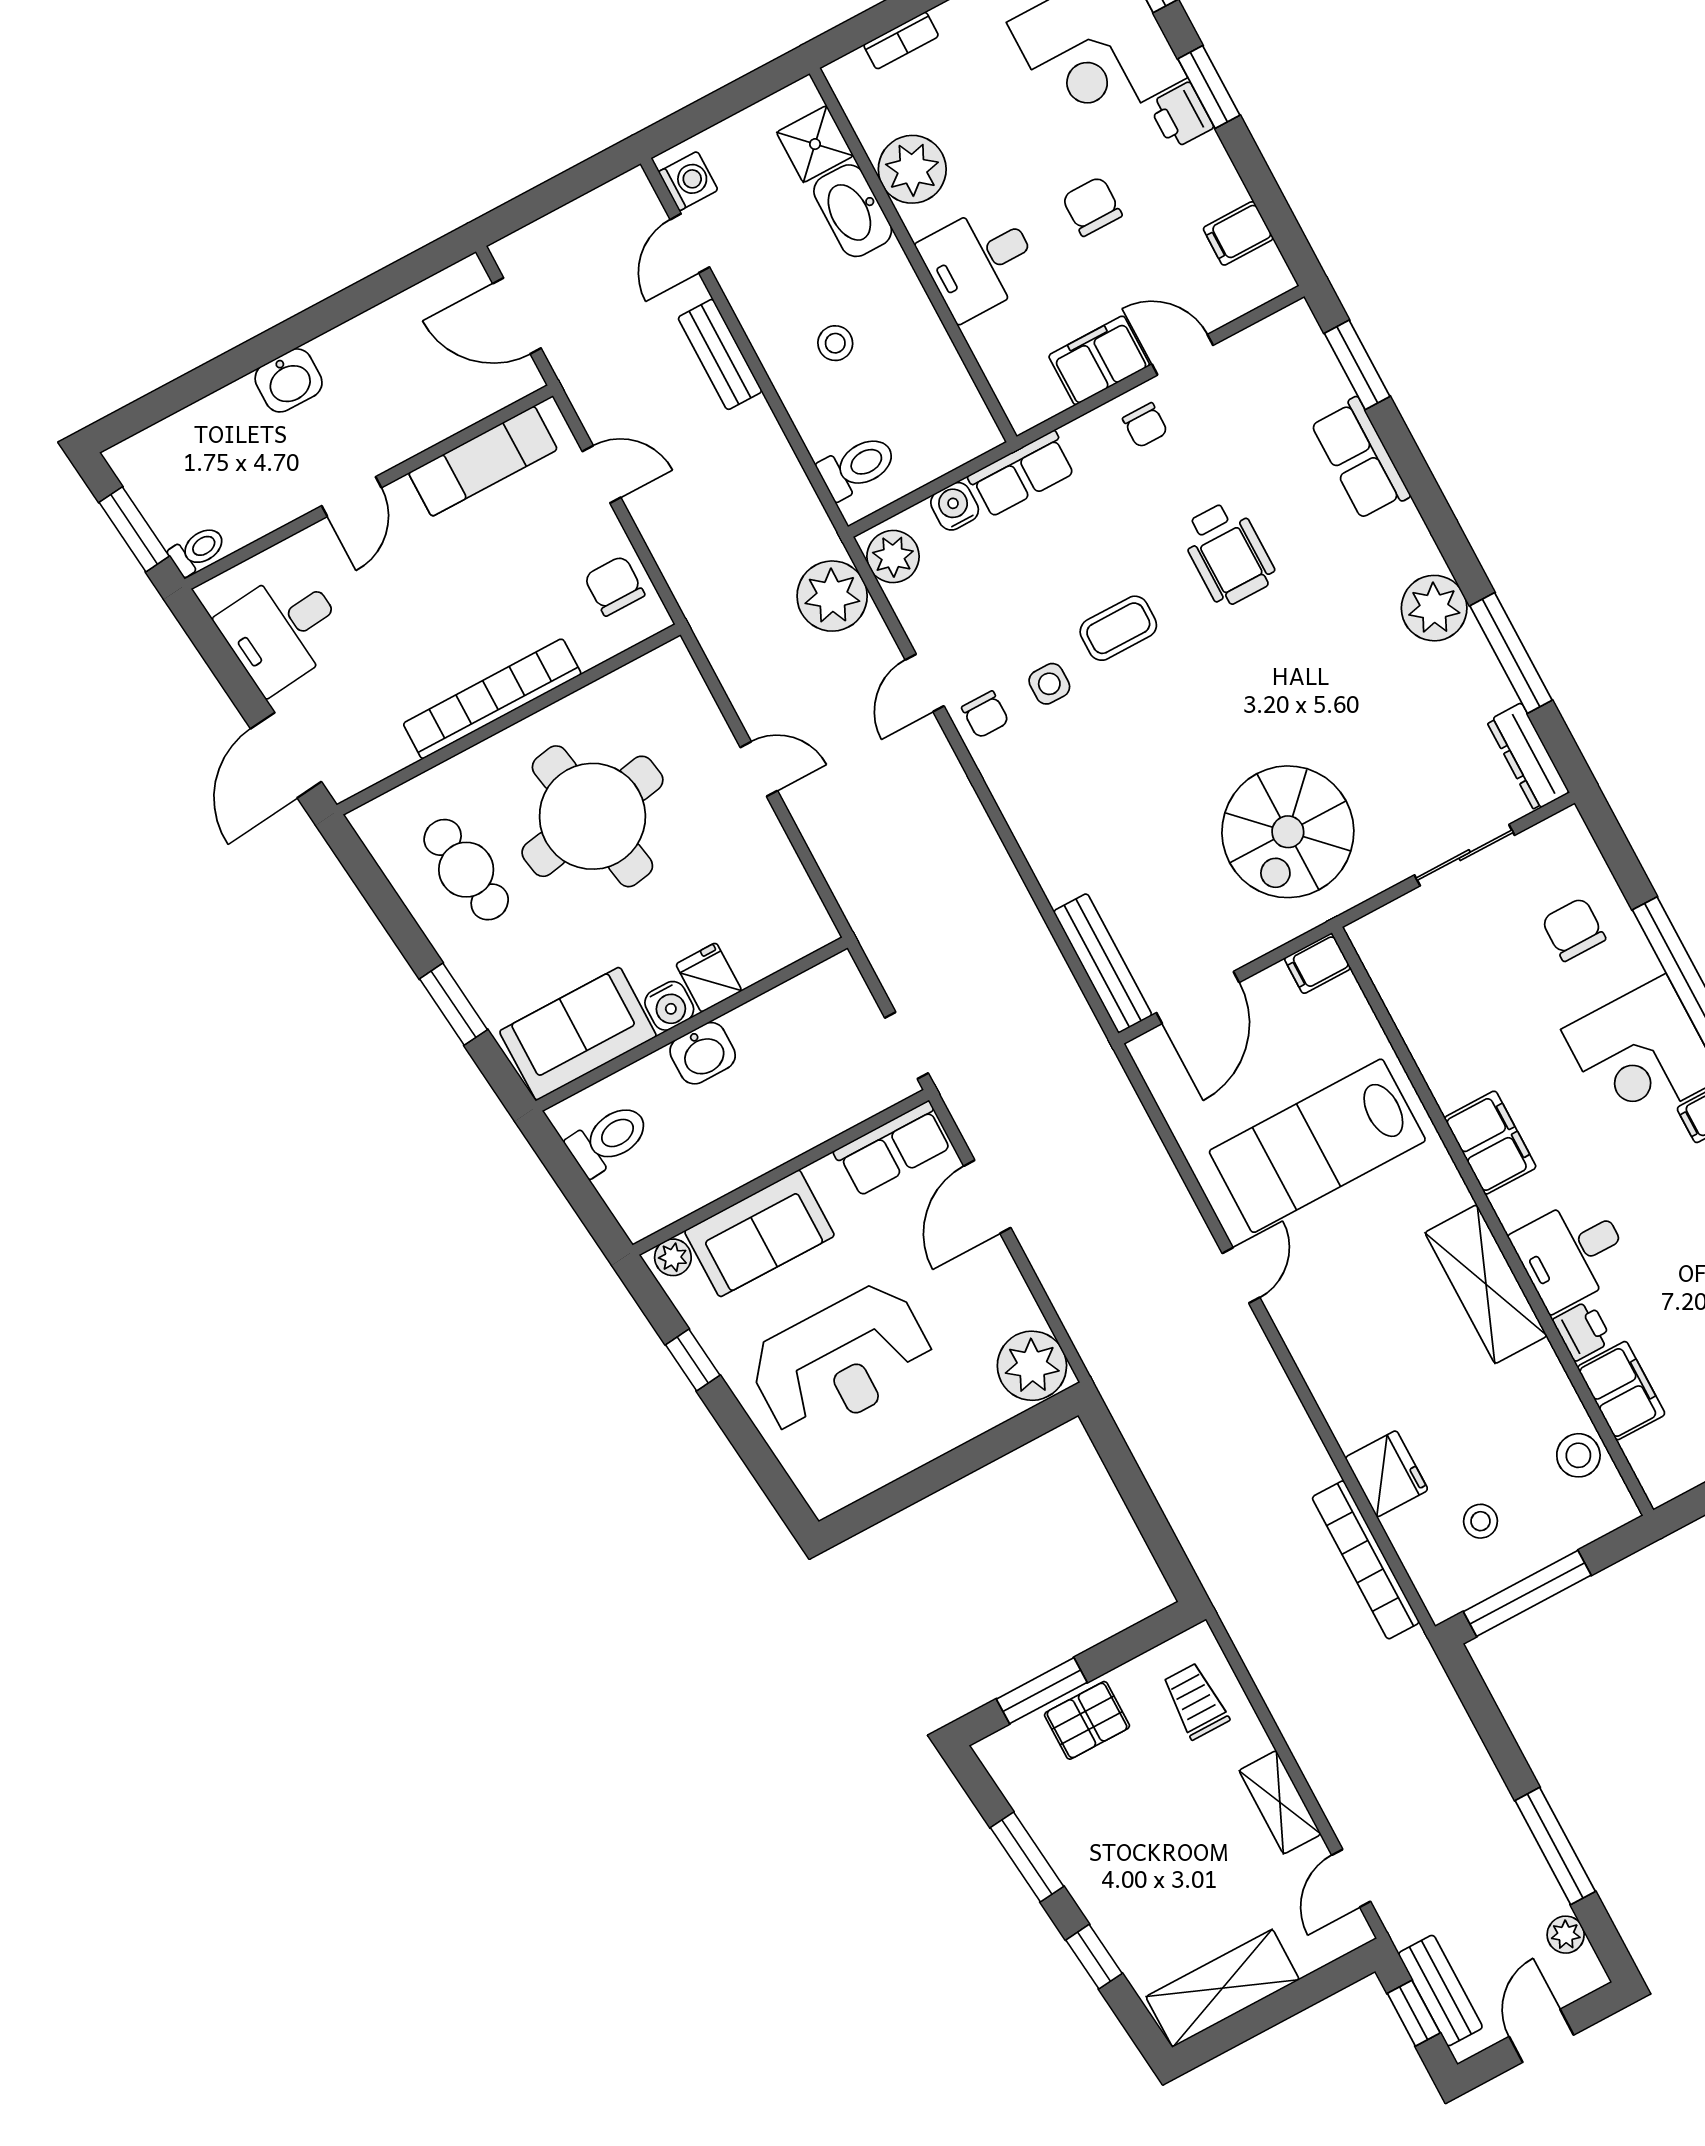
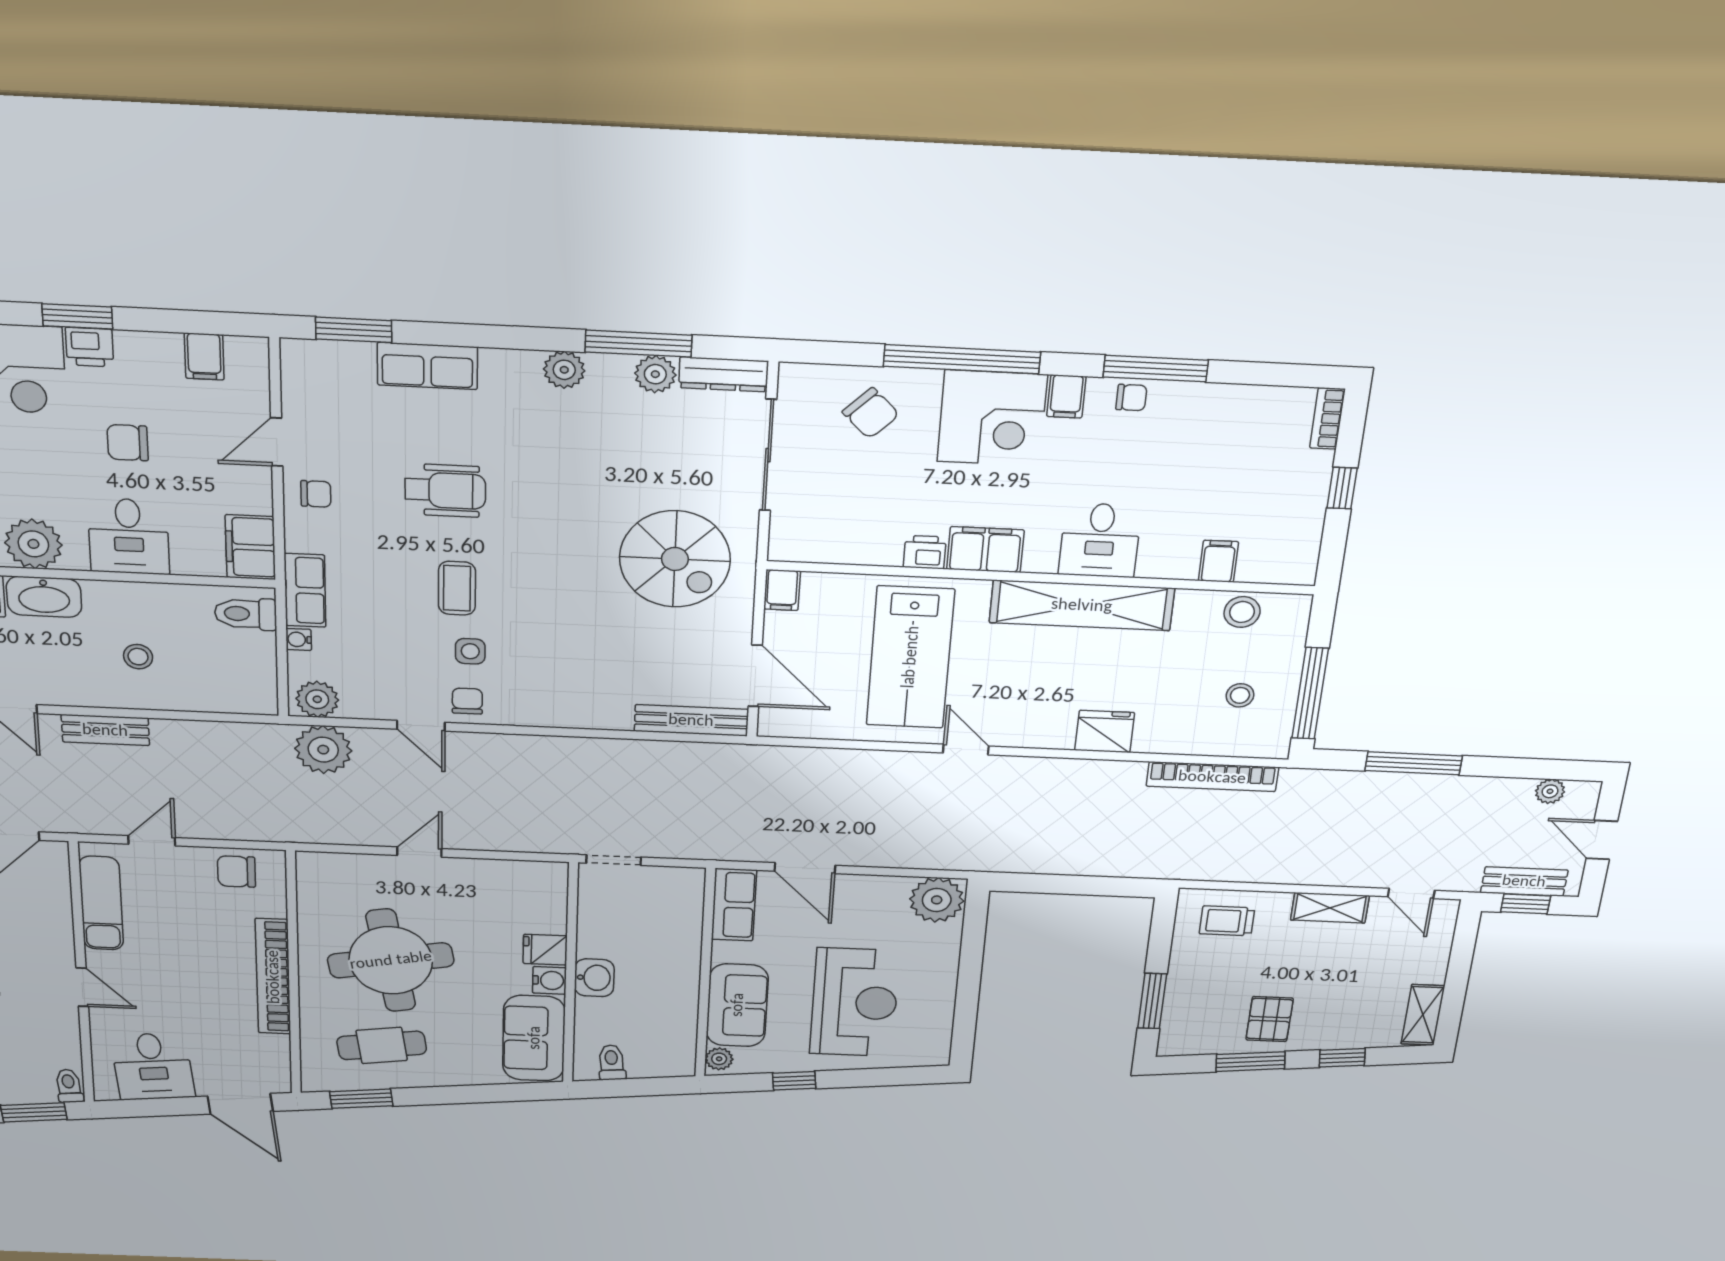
filing cabinet: (1099, 360) -> (250, 547), moved
toilet: (857, 467) -> (246, 614), moved, turned -90
water cooler: (955, 506) -> (299, 639), width x0.72, depth x0.72
plant: (1434, 608) -> (564, 370), width x0.73, depth x0.73
plant: (1487, 689) -> (655, 374), added
chair: (985, 715) -> (467, 701), turned -90
sliding door: (1465, 855) -> (768, 455), width x1.37
chair: (1574, 929) -> (871, 413), turned -135
window: (453, 1004) -> (361, 1099), moved
doorway: (906, 1045) -> (614, 860), moved
toilet: (608, 1139) -> (612, 1062), width x0.73, depth x0.72
shelving: (1486, 1284) -> (1082, 605), width x1.47
printer: (1582, 1331) -> (925, 552), moved
filing cabinet: (1621, 1391) -> (1218, 561), width x0.50
fridge: (1387, 1474) -> (1105, 731), moved
pallet: (1087, 1720) -> (1270, 1019), moved
window: (1555, 1846) -> (1414, 763), moved
shelving: (1223, 1988) -> (1423, 1015), width x0.67, depth x0.75

